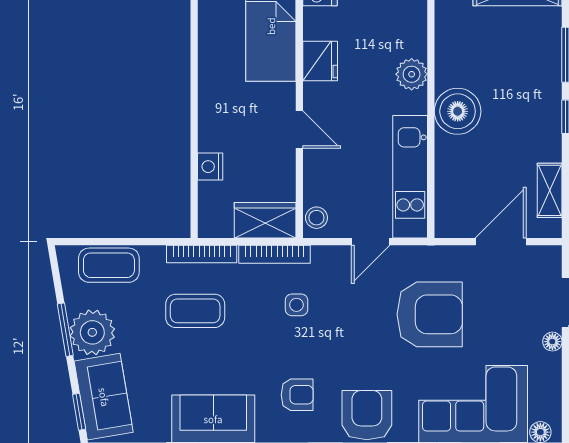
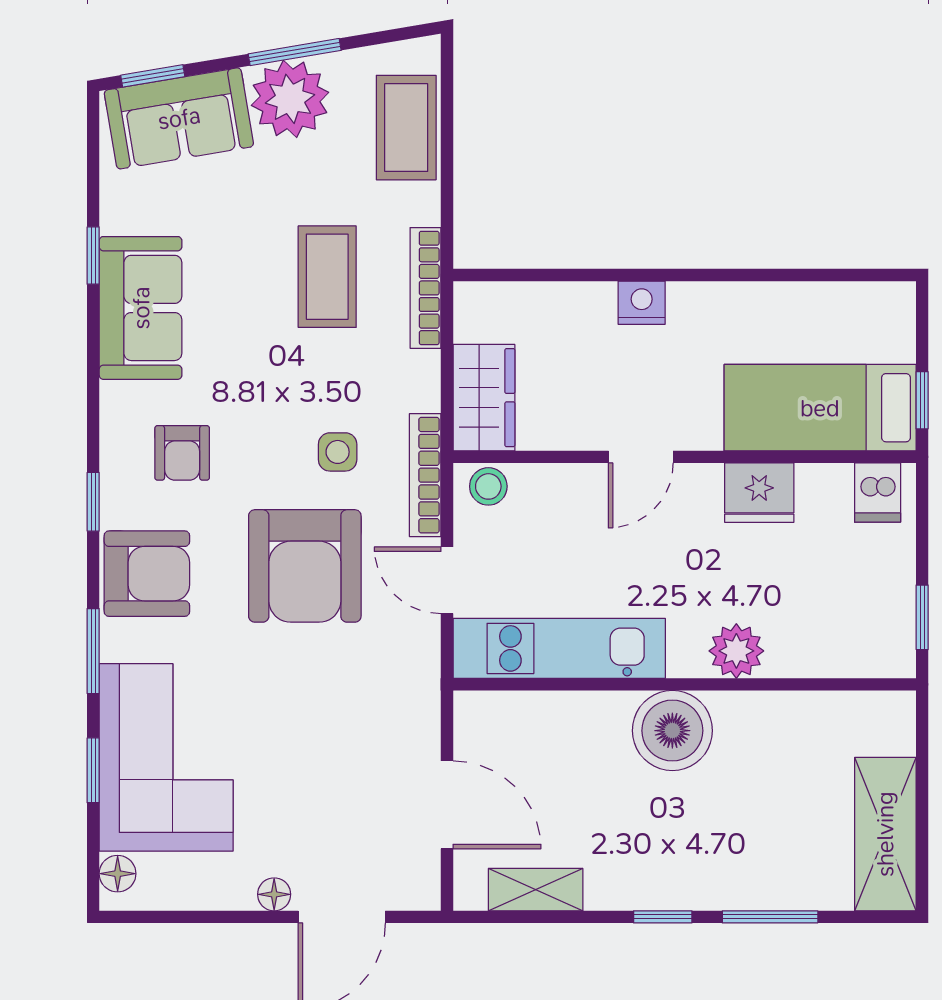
nightstand: (210, 167) -> (642, 303), moved
bookcase: (275, 254) -> (425, 475), moved
armchair: (430, 314) -> (305, 566), moved

